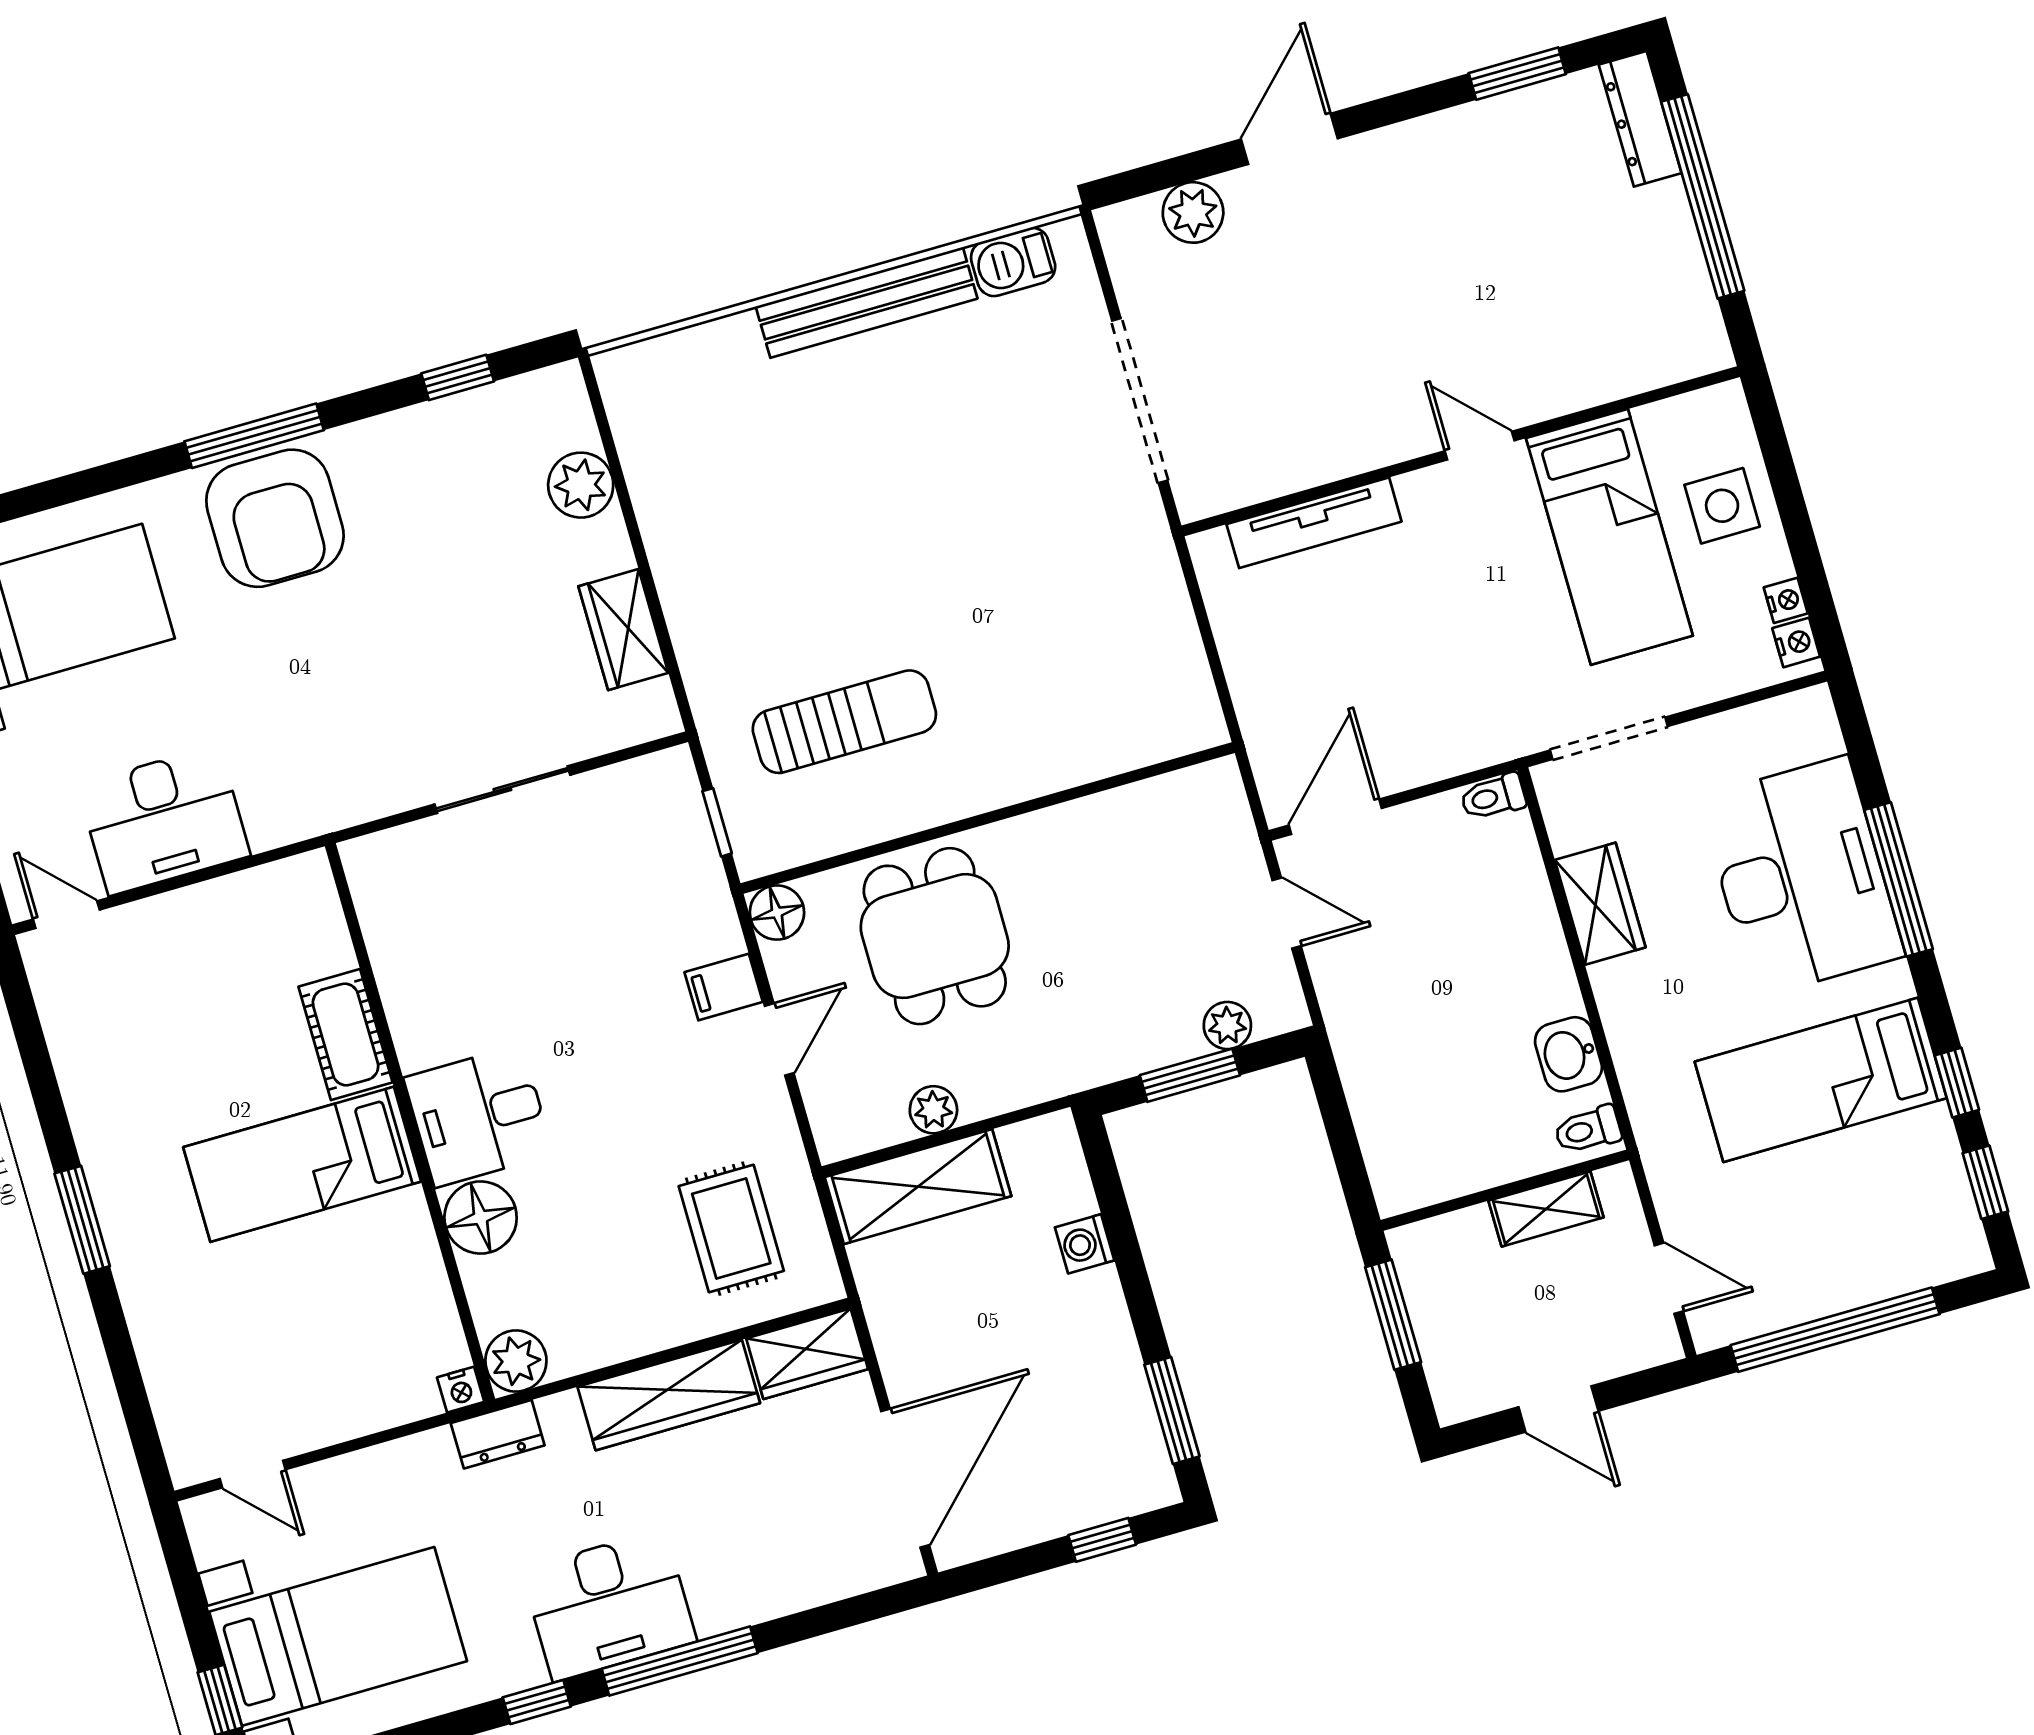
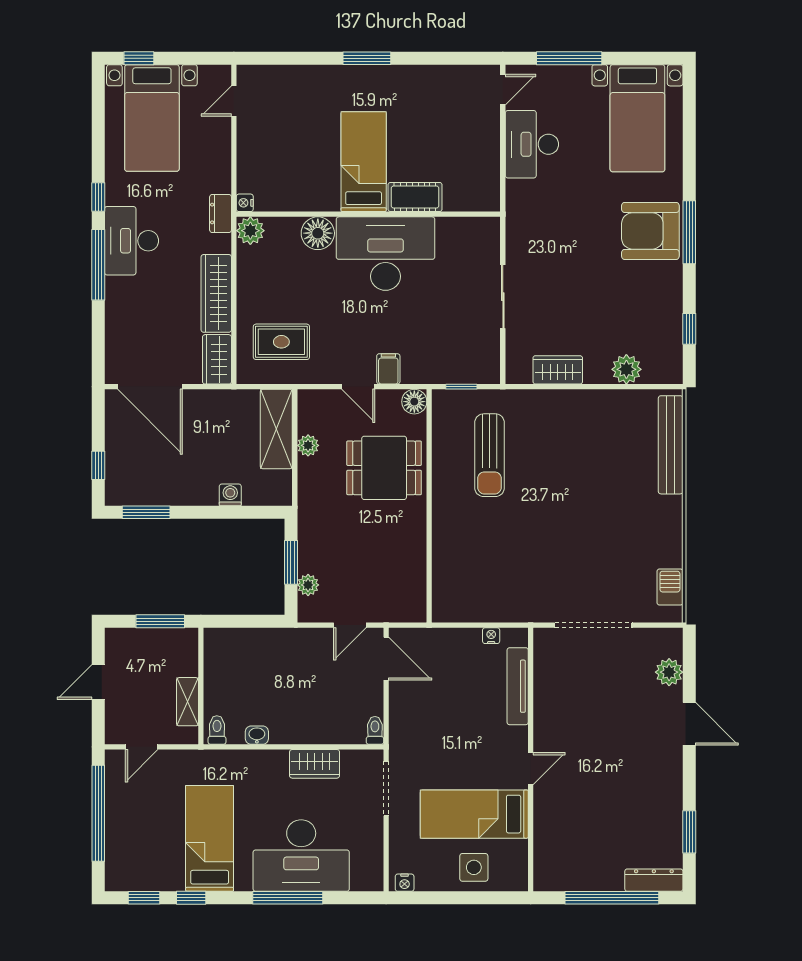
bench: (867, 302) -> (671, 445), moved
nightstand: (1786, 600) -> (491, 636), moved, turned 180
washbasin: (1568, 1054) -> (257, 735), width x0.72, depth x0.69
desk: (478, 1116) -> (386, 254), width x1.87, depth x1.30

